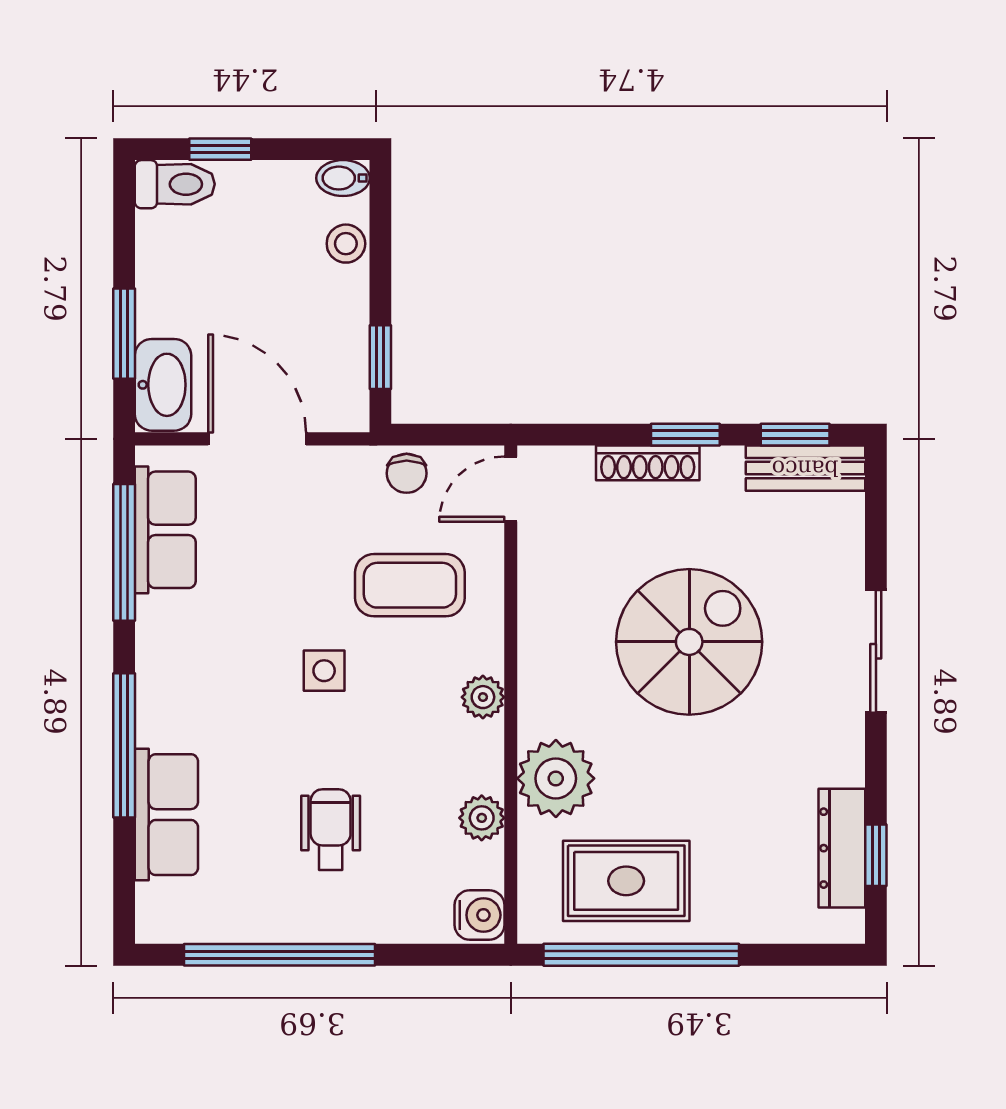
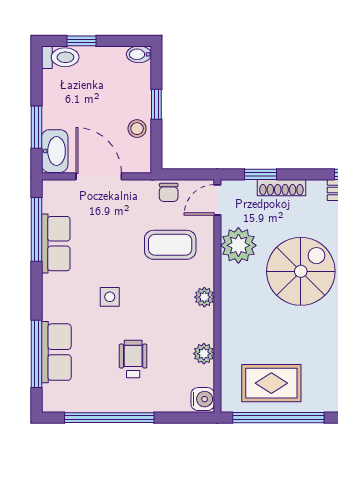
stool: (346, 244) -> (137, 129), moved
window: (380, 357) -> (156, 104), moved
window: (685, 435) -> (261, 174), moved
row of seats: (165, 530) -> (56, 244), moved
side table: (324, 671) -> (110, 297), moved
window: (124, 745) -> (37, 354), moved
plant: (556, 778) -> (238, 245), moved

